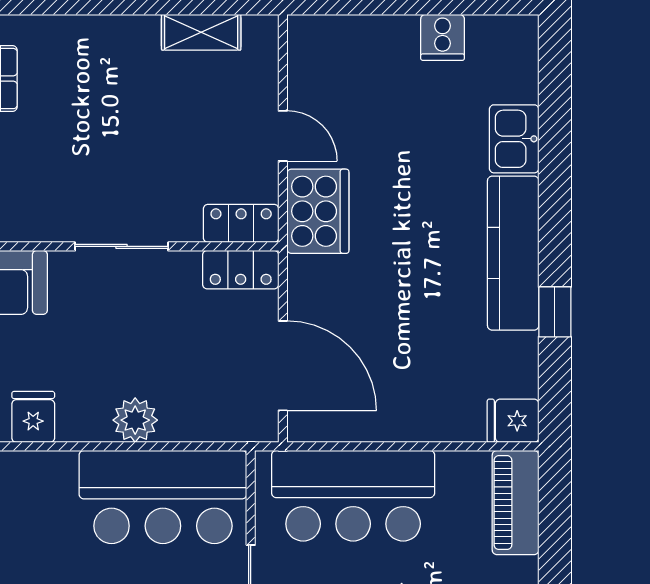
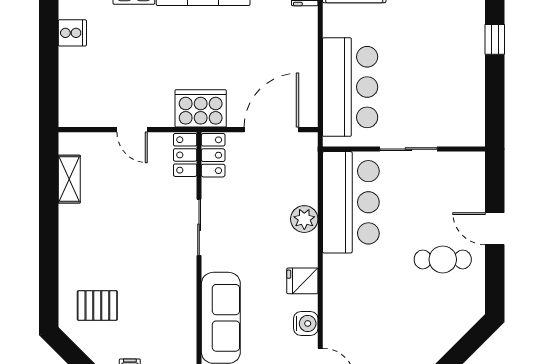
door: (283, 136) -> (132, 130), swing flipped
cooker: (318, 211) -> (201, 108), moved

